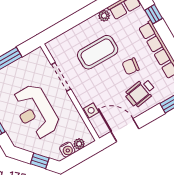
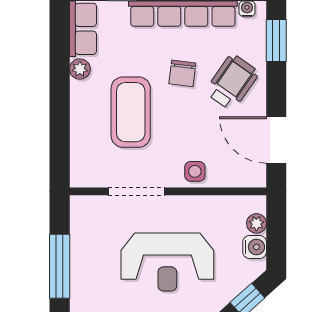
wheelchair: (140, 93) -> (232, 82), turned -136
side table: (91, 110) -> (195, 171), moved
door: (125, 130) -> (276, 140), hinge flipped

